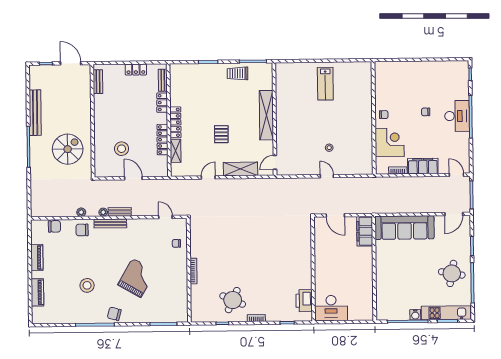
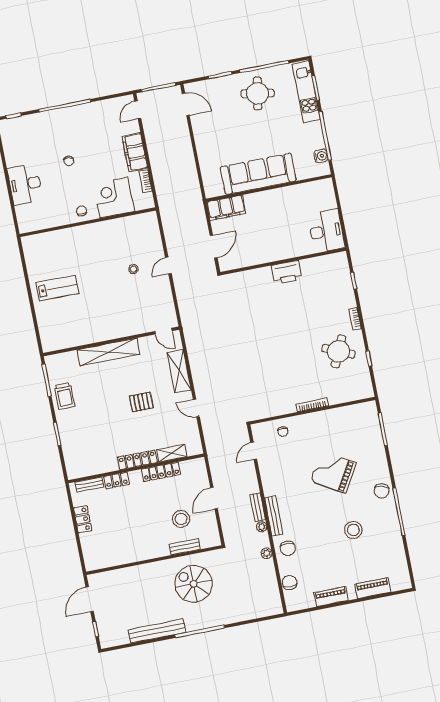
bench: (98, 82) -> (185, 547), moved
desk: (457, 116) -> (25, 184), moved, turned -90
sofa: (404, 228) -> (258, 174), moved, turned -90
printer: (304, 301) -> (287, 272), moved
water cooler: (415, 315) -> (321, 156), moved

